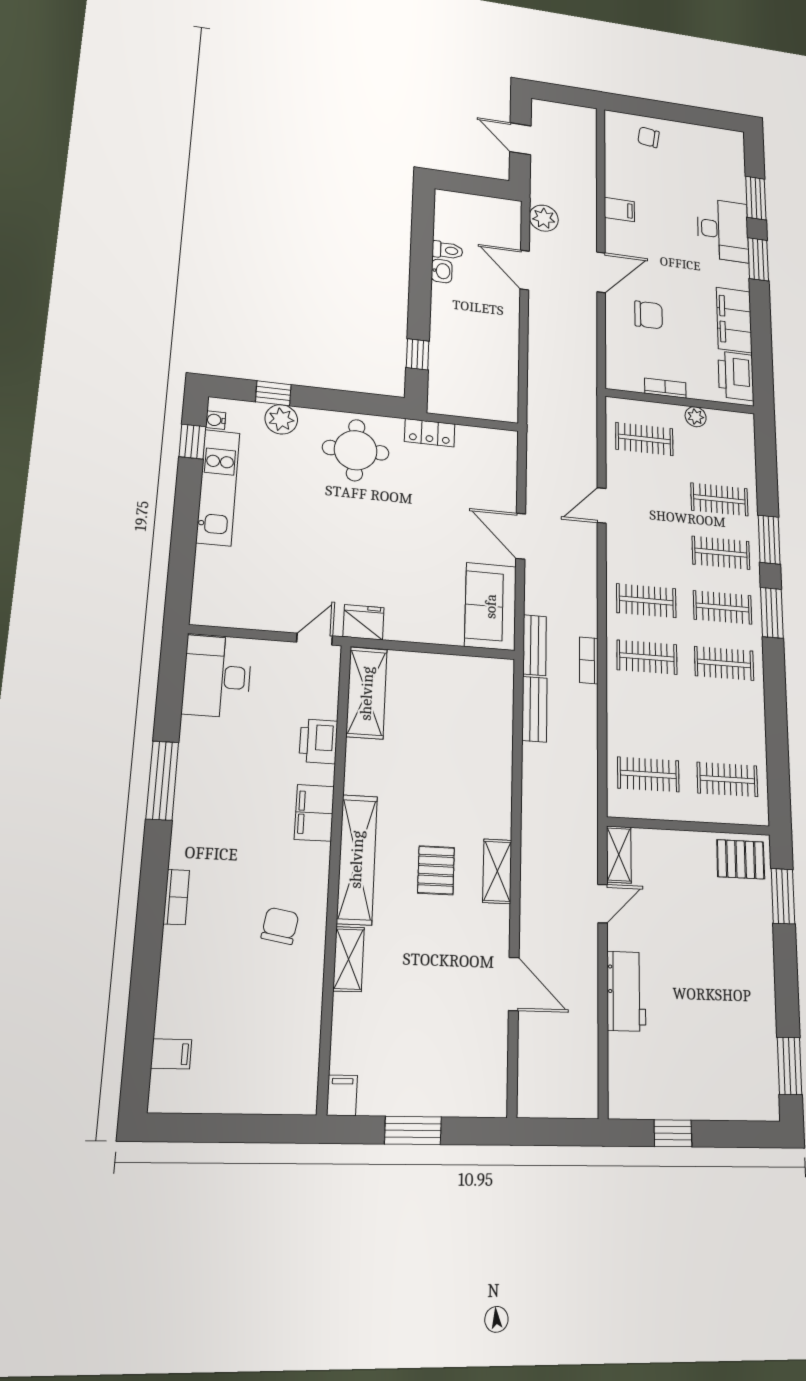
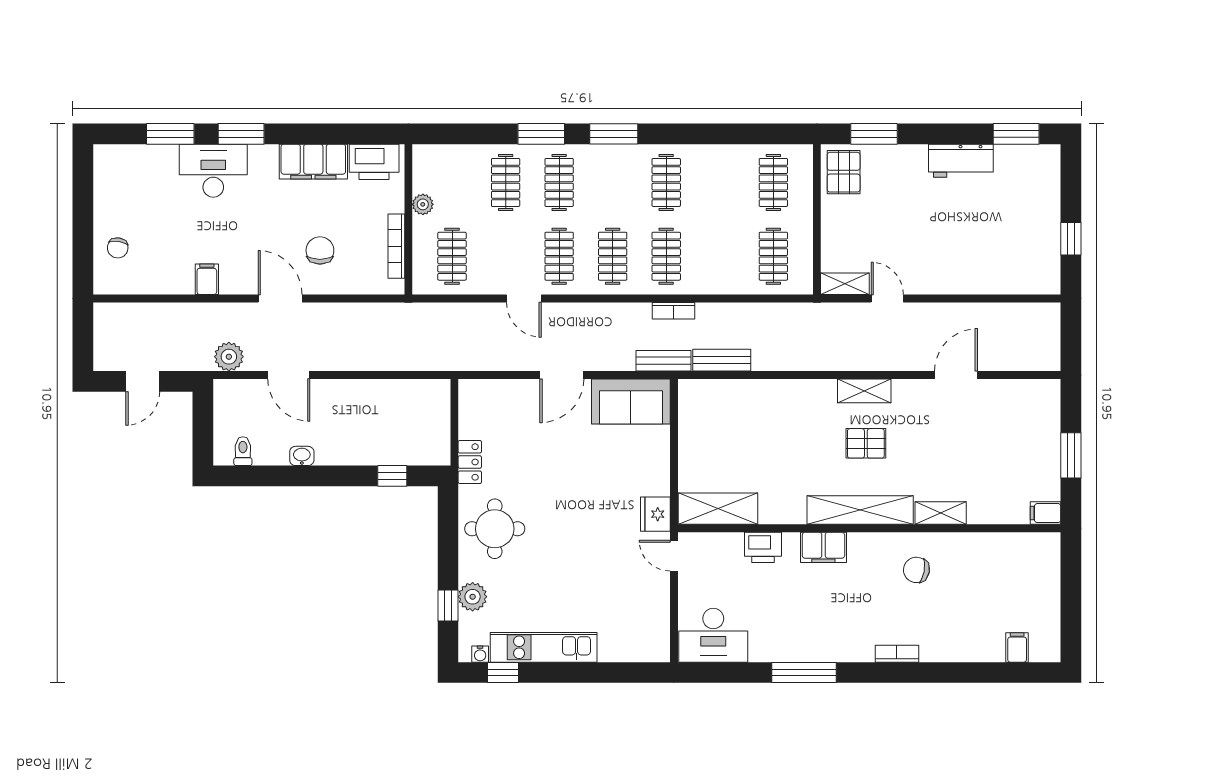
toilet: (447, 250) -> (243, 451), moved
door: (525, 270) -> (289, 375), hinge flipped
bookcase: (665, 388) -> (396, 246), width x1.56
clothes rail: (723, 607) -> (559, 256), moved
workbench: (626, 991) -> (961, 161), moved, turned 180

